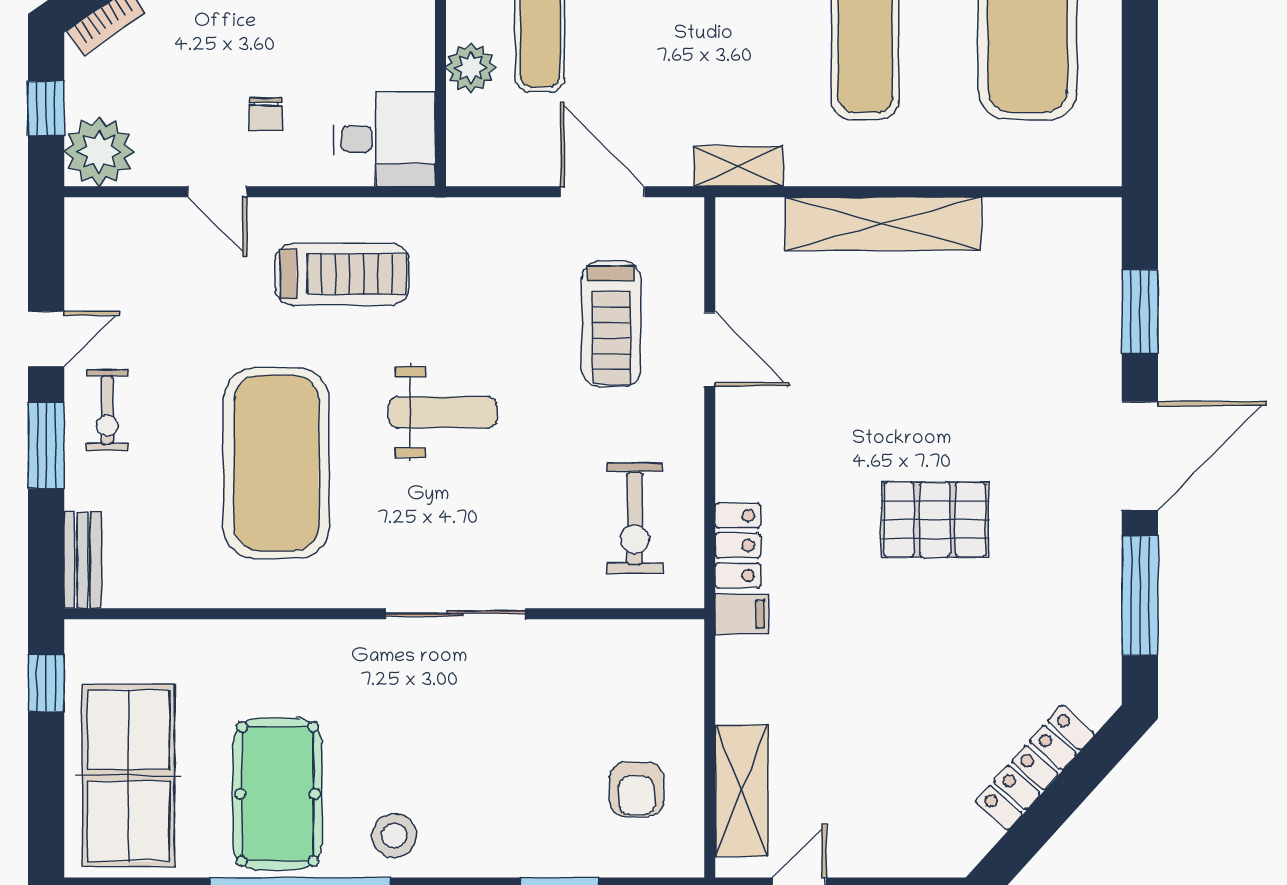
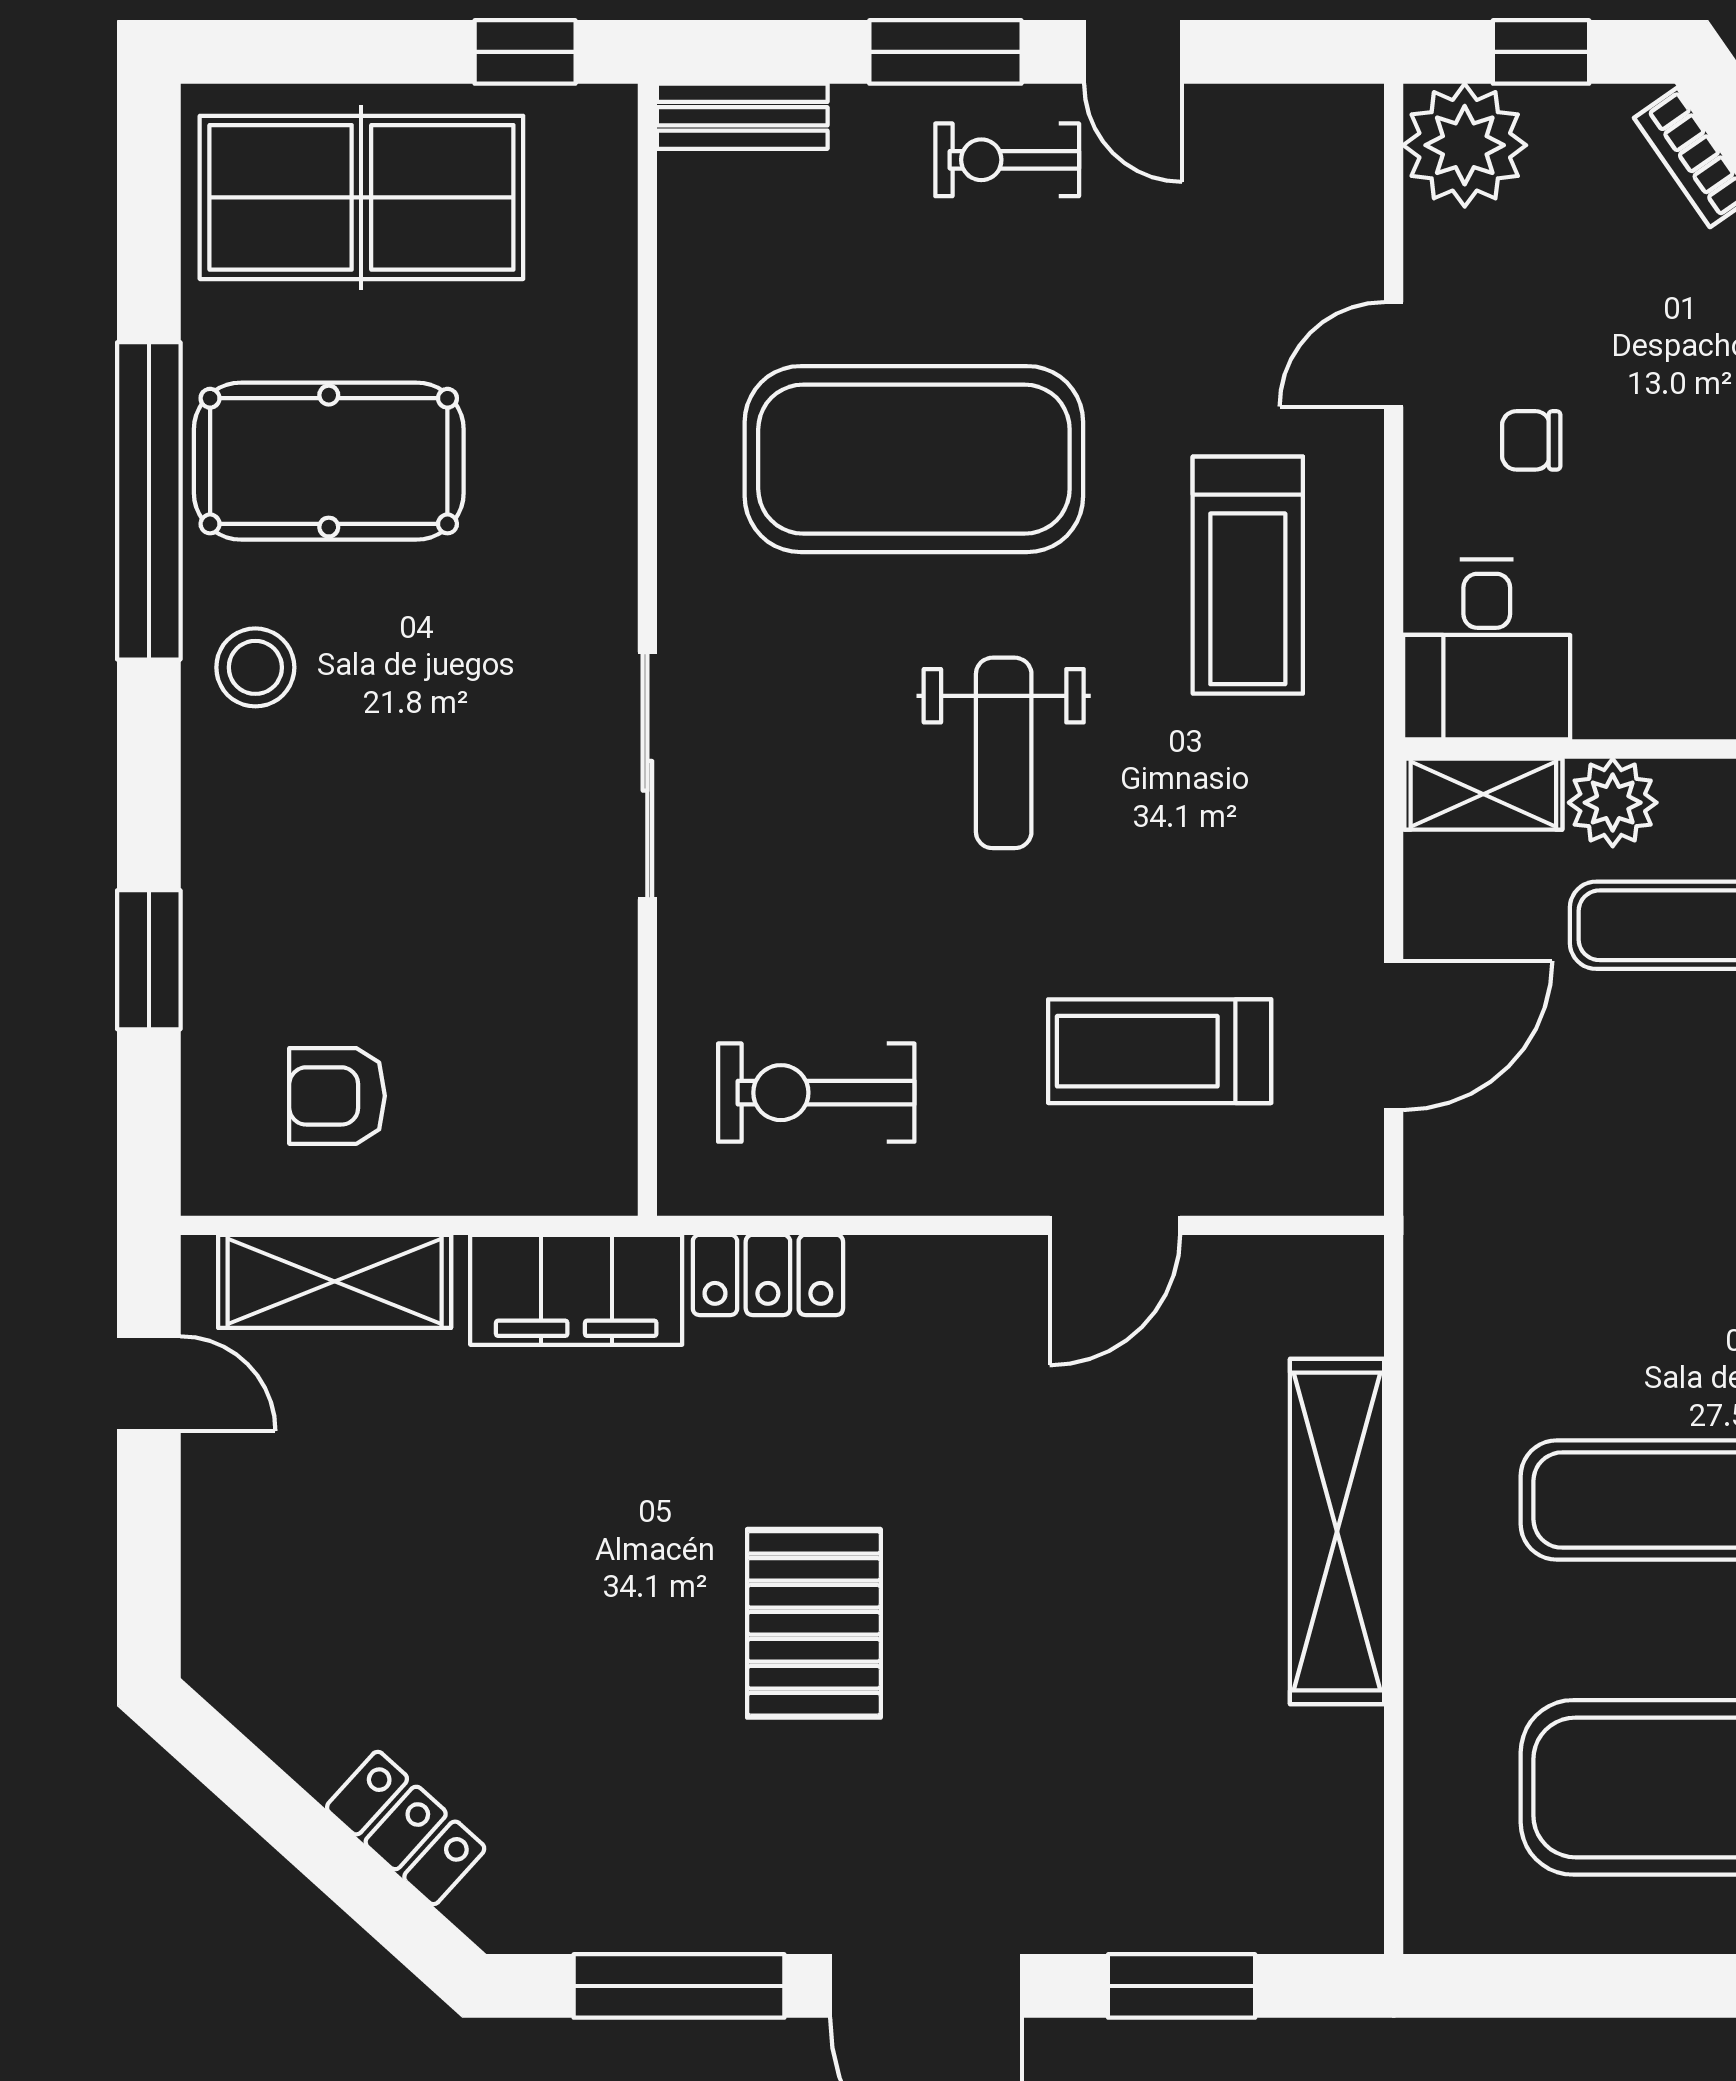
shelving: (738, 166) -> (1483, 794), moved, turned 90
filing cabinet: (742, 614) -> (576, 1290), width x3.00, depth x1.17
locker: (1035, 768) -> (406, 1828), width x0.66

